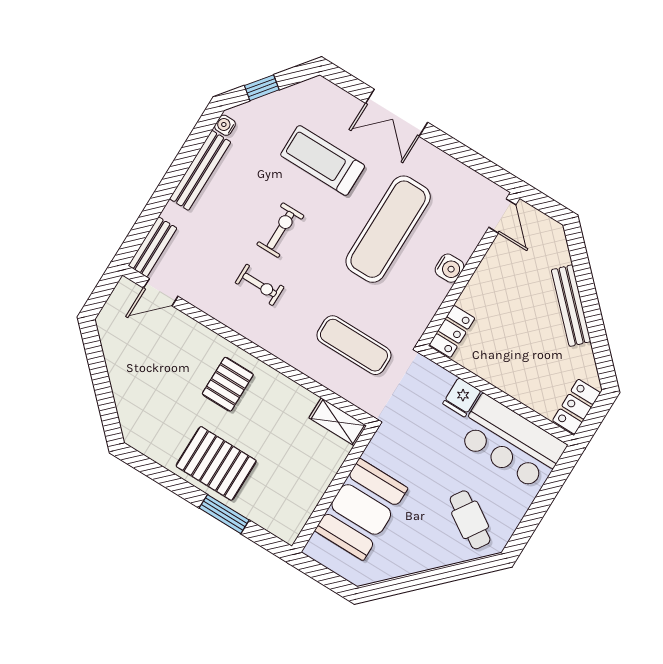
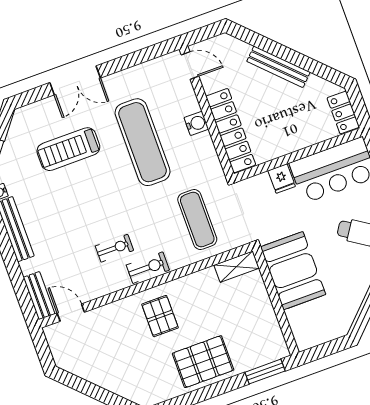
exercise bike: (280, 230) -> (148, 268), moved, turned 90
door: (161, 292) -> (71, 313), swing flipped
locker: (452, 331) -> (231, 131), width x2.16, depth x1.21
exercise mat: (354, 345) -> (197, 219), turned 90
booth: (361, 509) -> (293, 271), moved
window: (224, 514) -> (265, 372), moved

